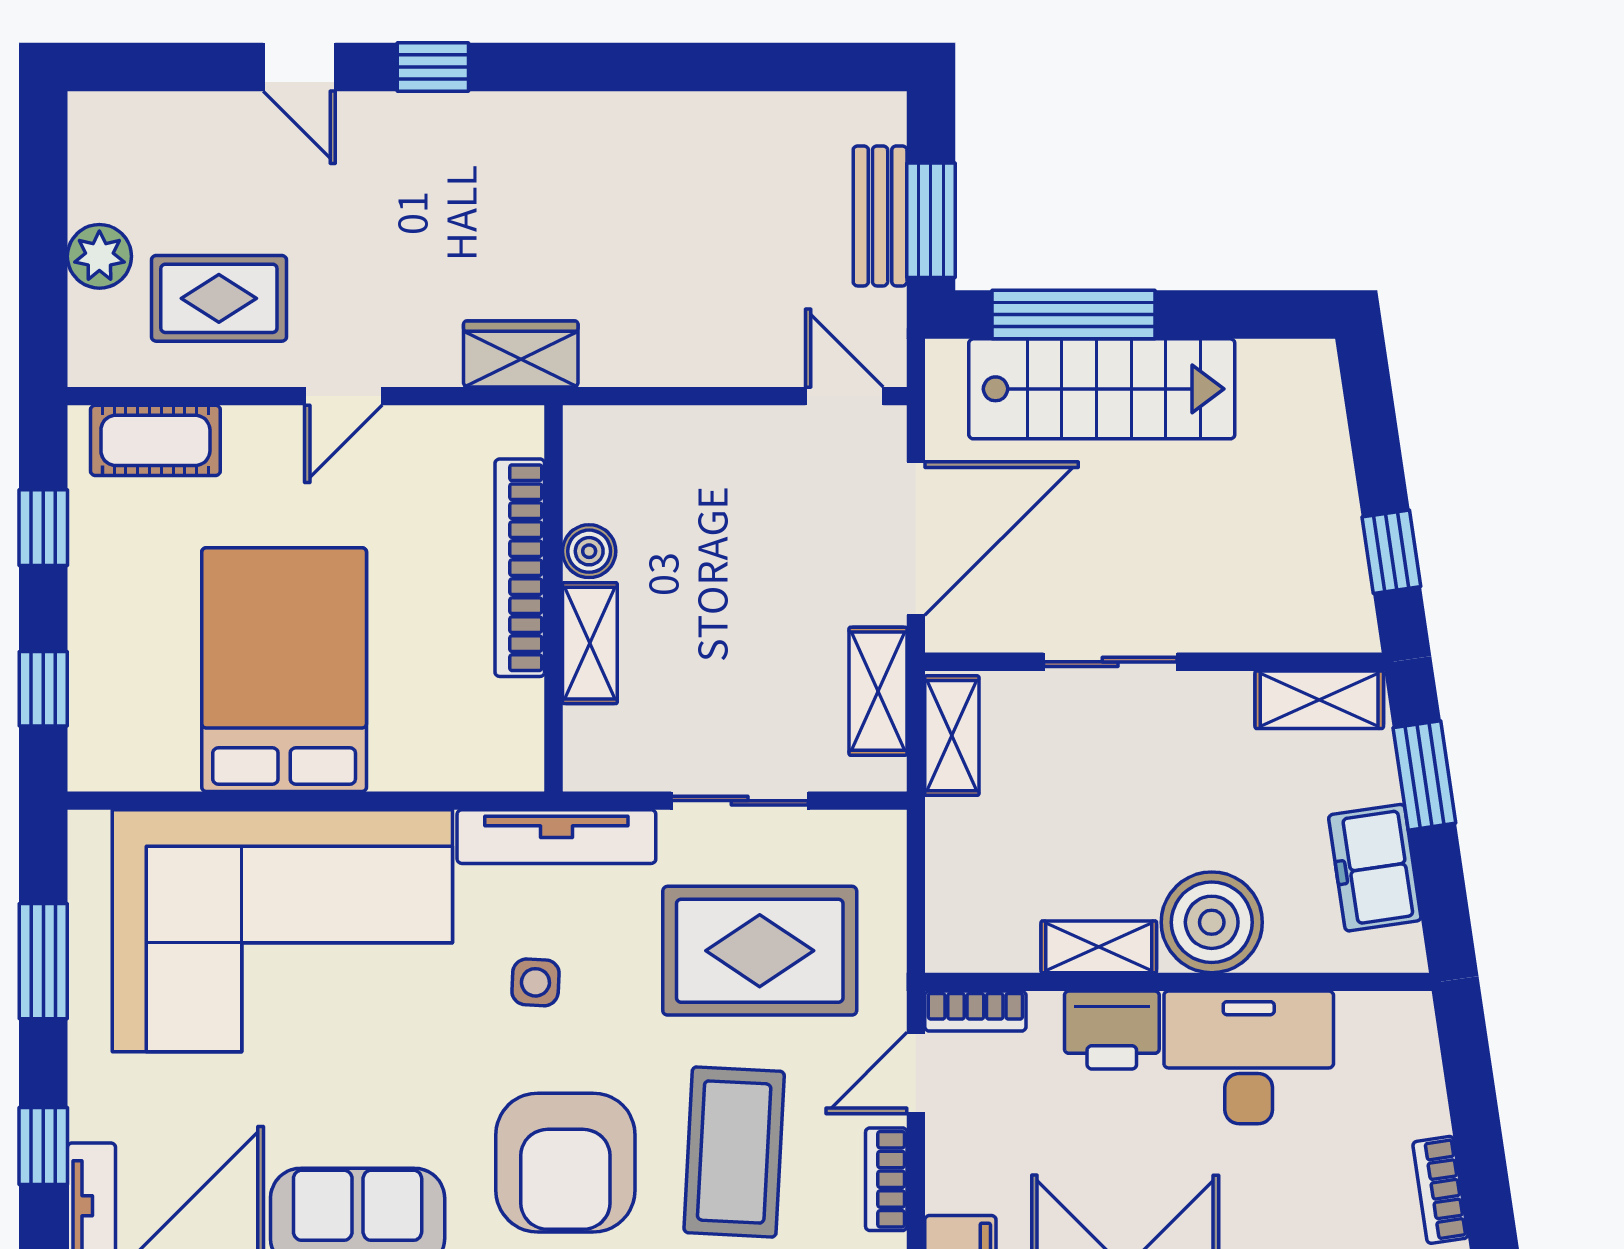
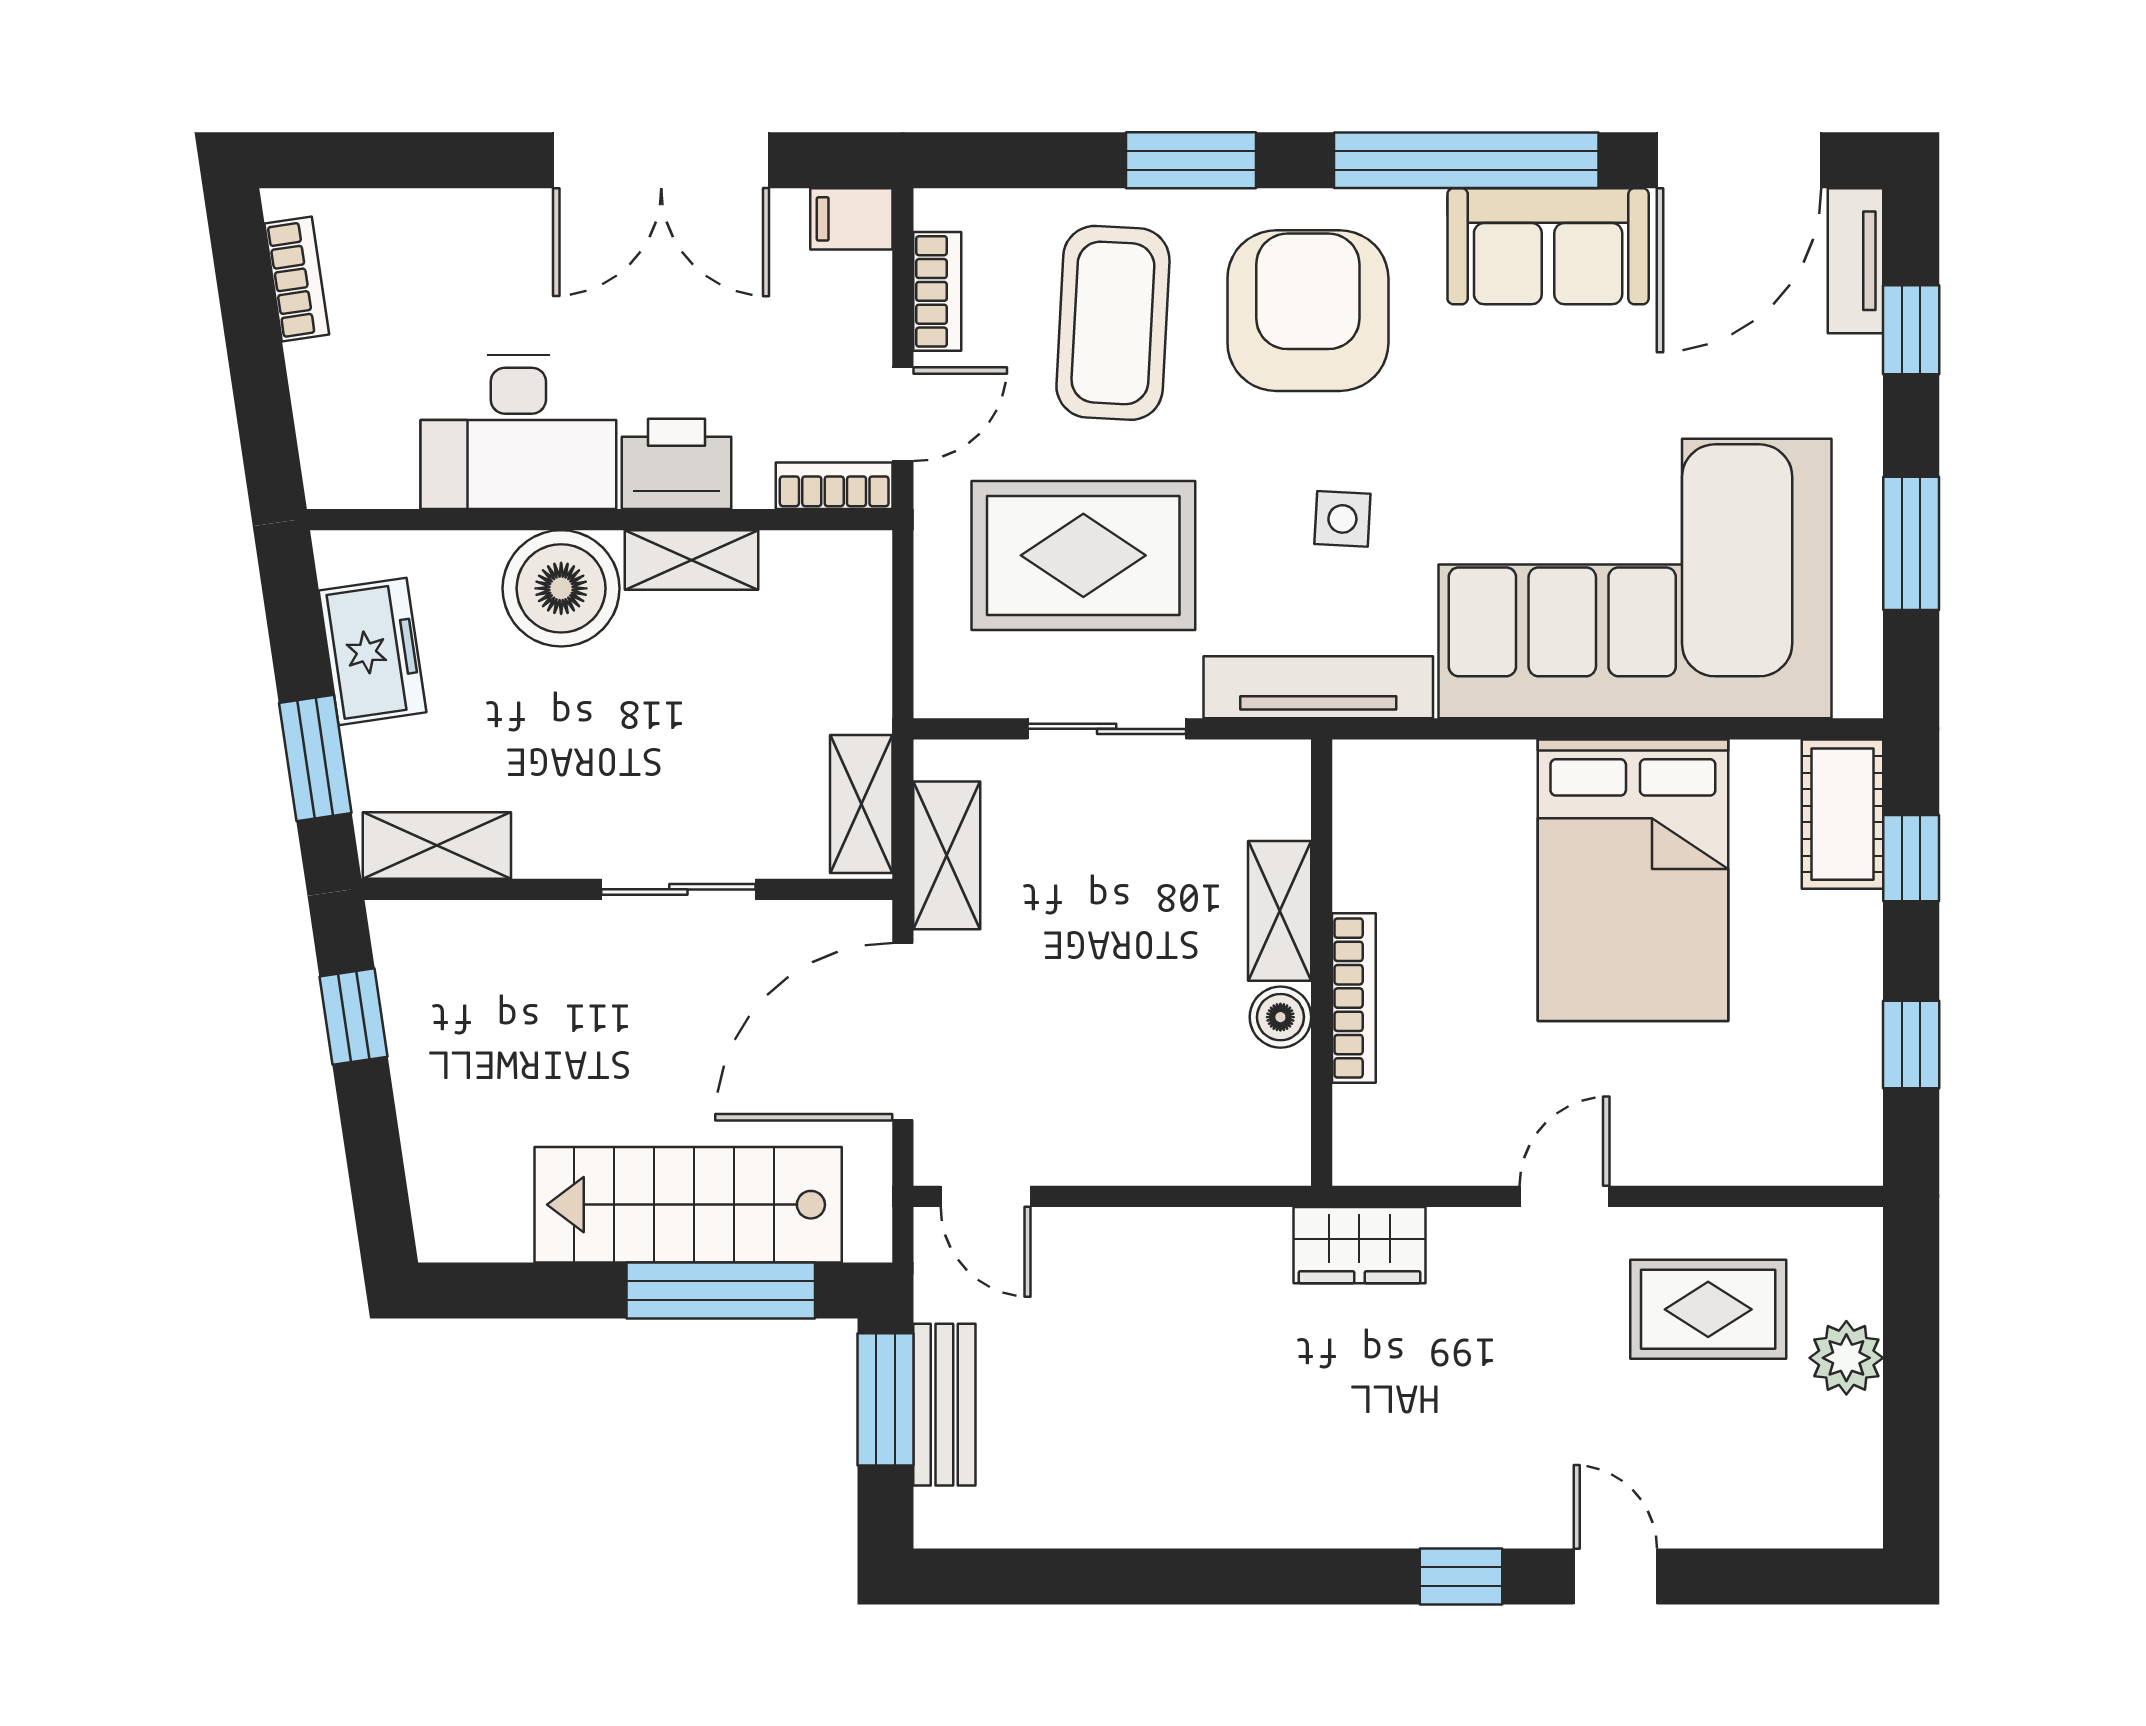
cot: (155, 440) -> (1843, 814), moved, turned 90
bookcase: (520, 568) -> (1354, 998), width x0.68, depth x0.76

